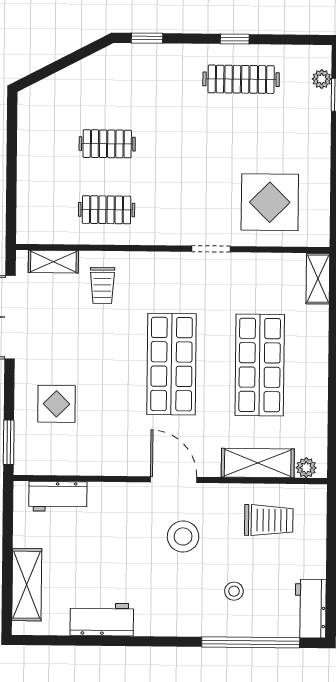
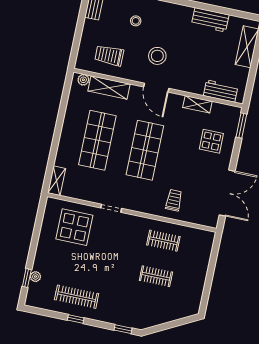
plant: (322, 79) -> (35, 277), moved
shelving: (53, 262) -> (197, 104), moved

